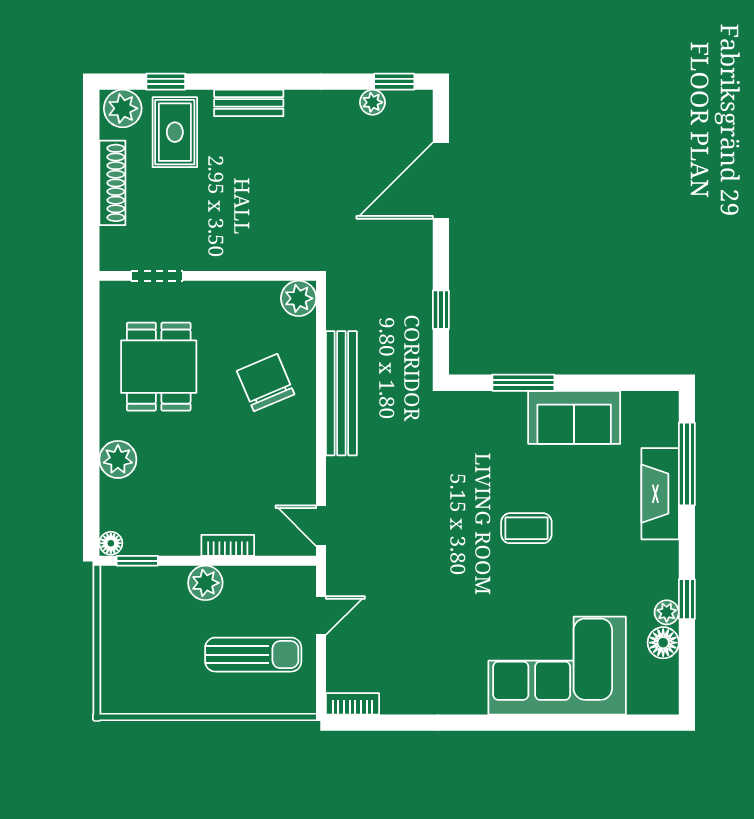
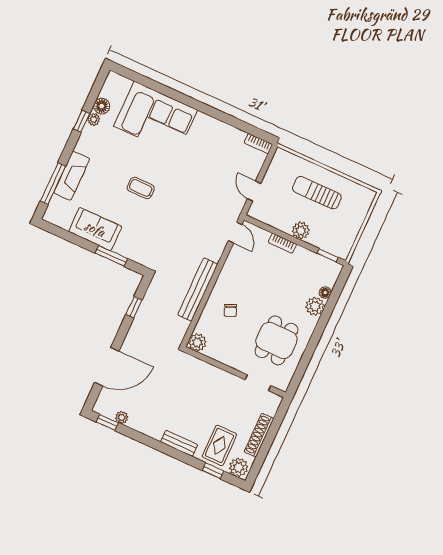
chair: (266, 383) -> (230, 310), width x0.54, depth x0.54
floor lamp: (111, 543) -> (325, 293), moved
door: (321, 616) -> (254, 191), hinge flipped
sun lounger: (253, 655) -> (317, 193), moved

